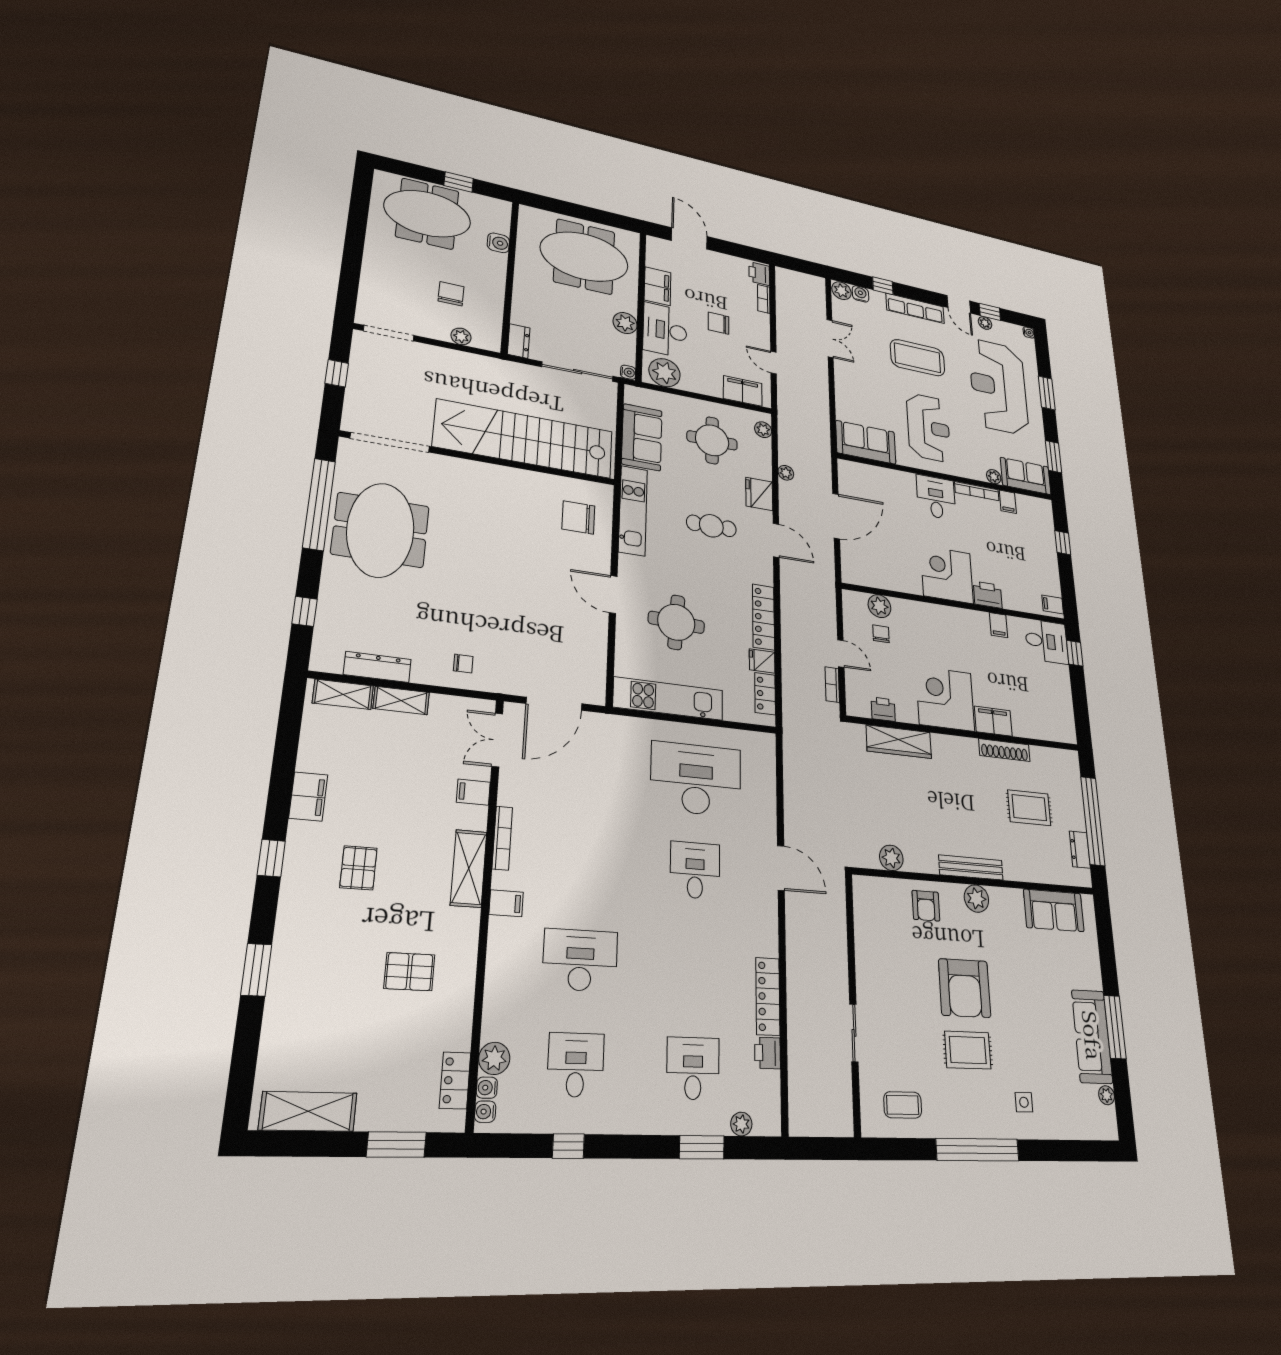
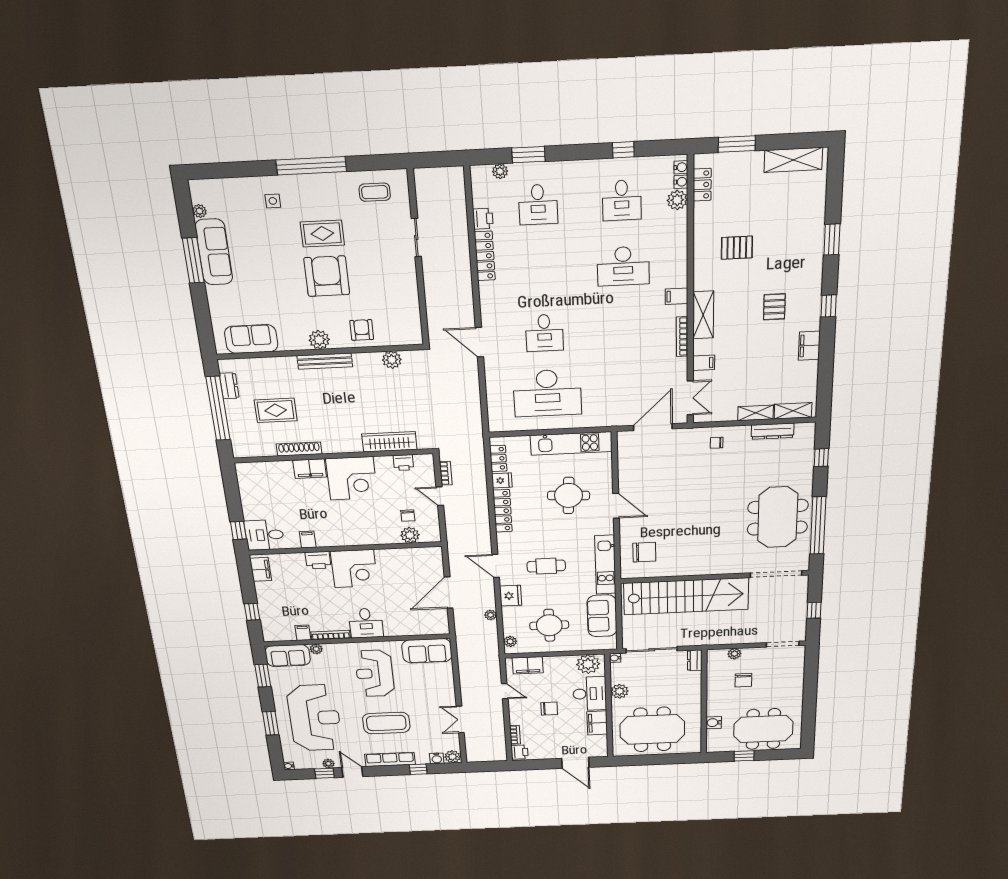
filing cabinet: (1053, 604) -> (261, 569), width x2.00

